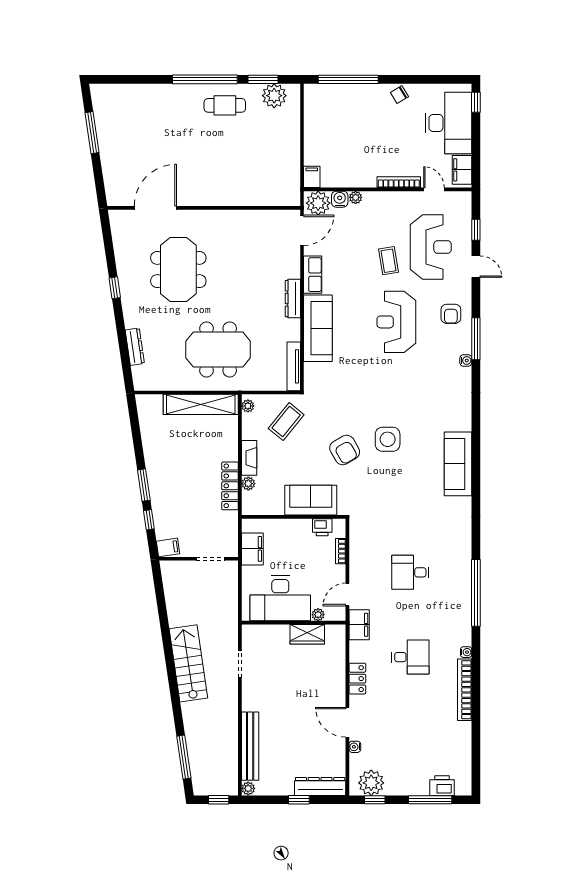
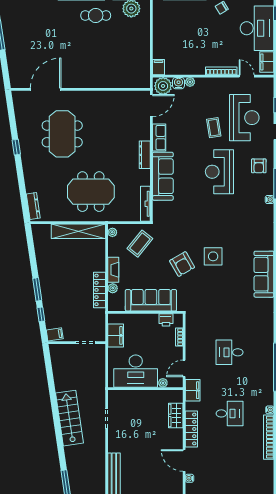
dresser: (135, 347) -> (33, 206), moved
sofa: (311, 500) -> (151, 300), width x1.36
wardrobe: (307, 634) -> (176, 415), moved, turned 90
locker: (357, 679) -> (191, 429), width x1.53

